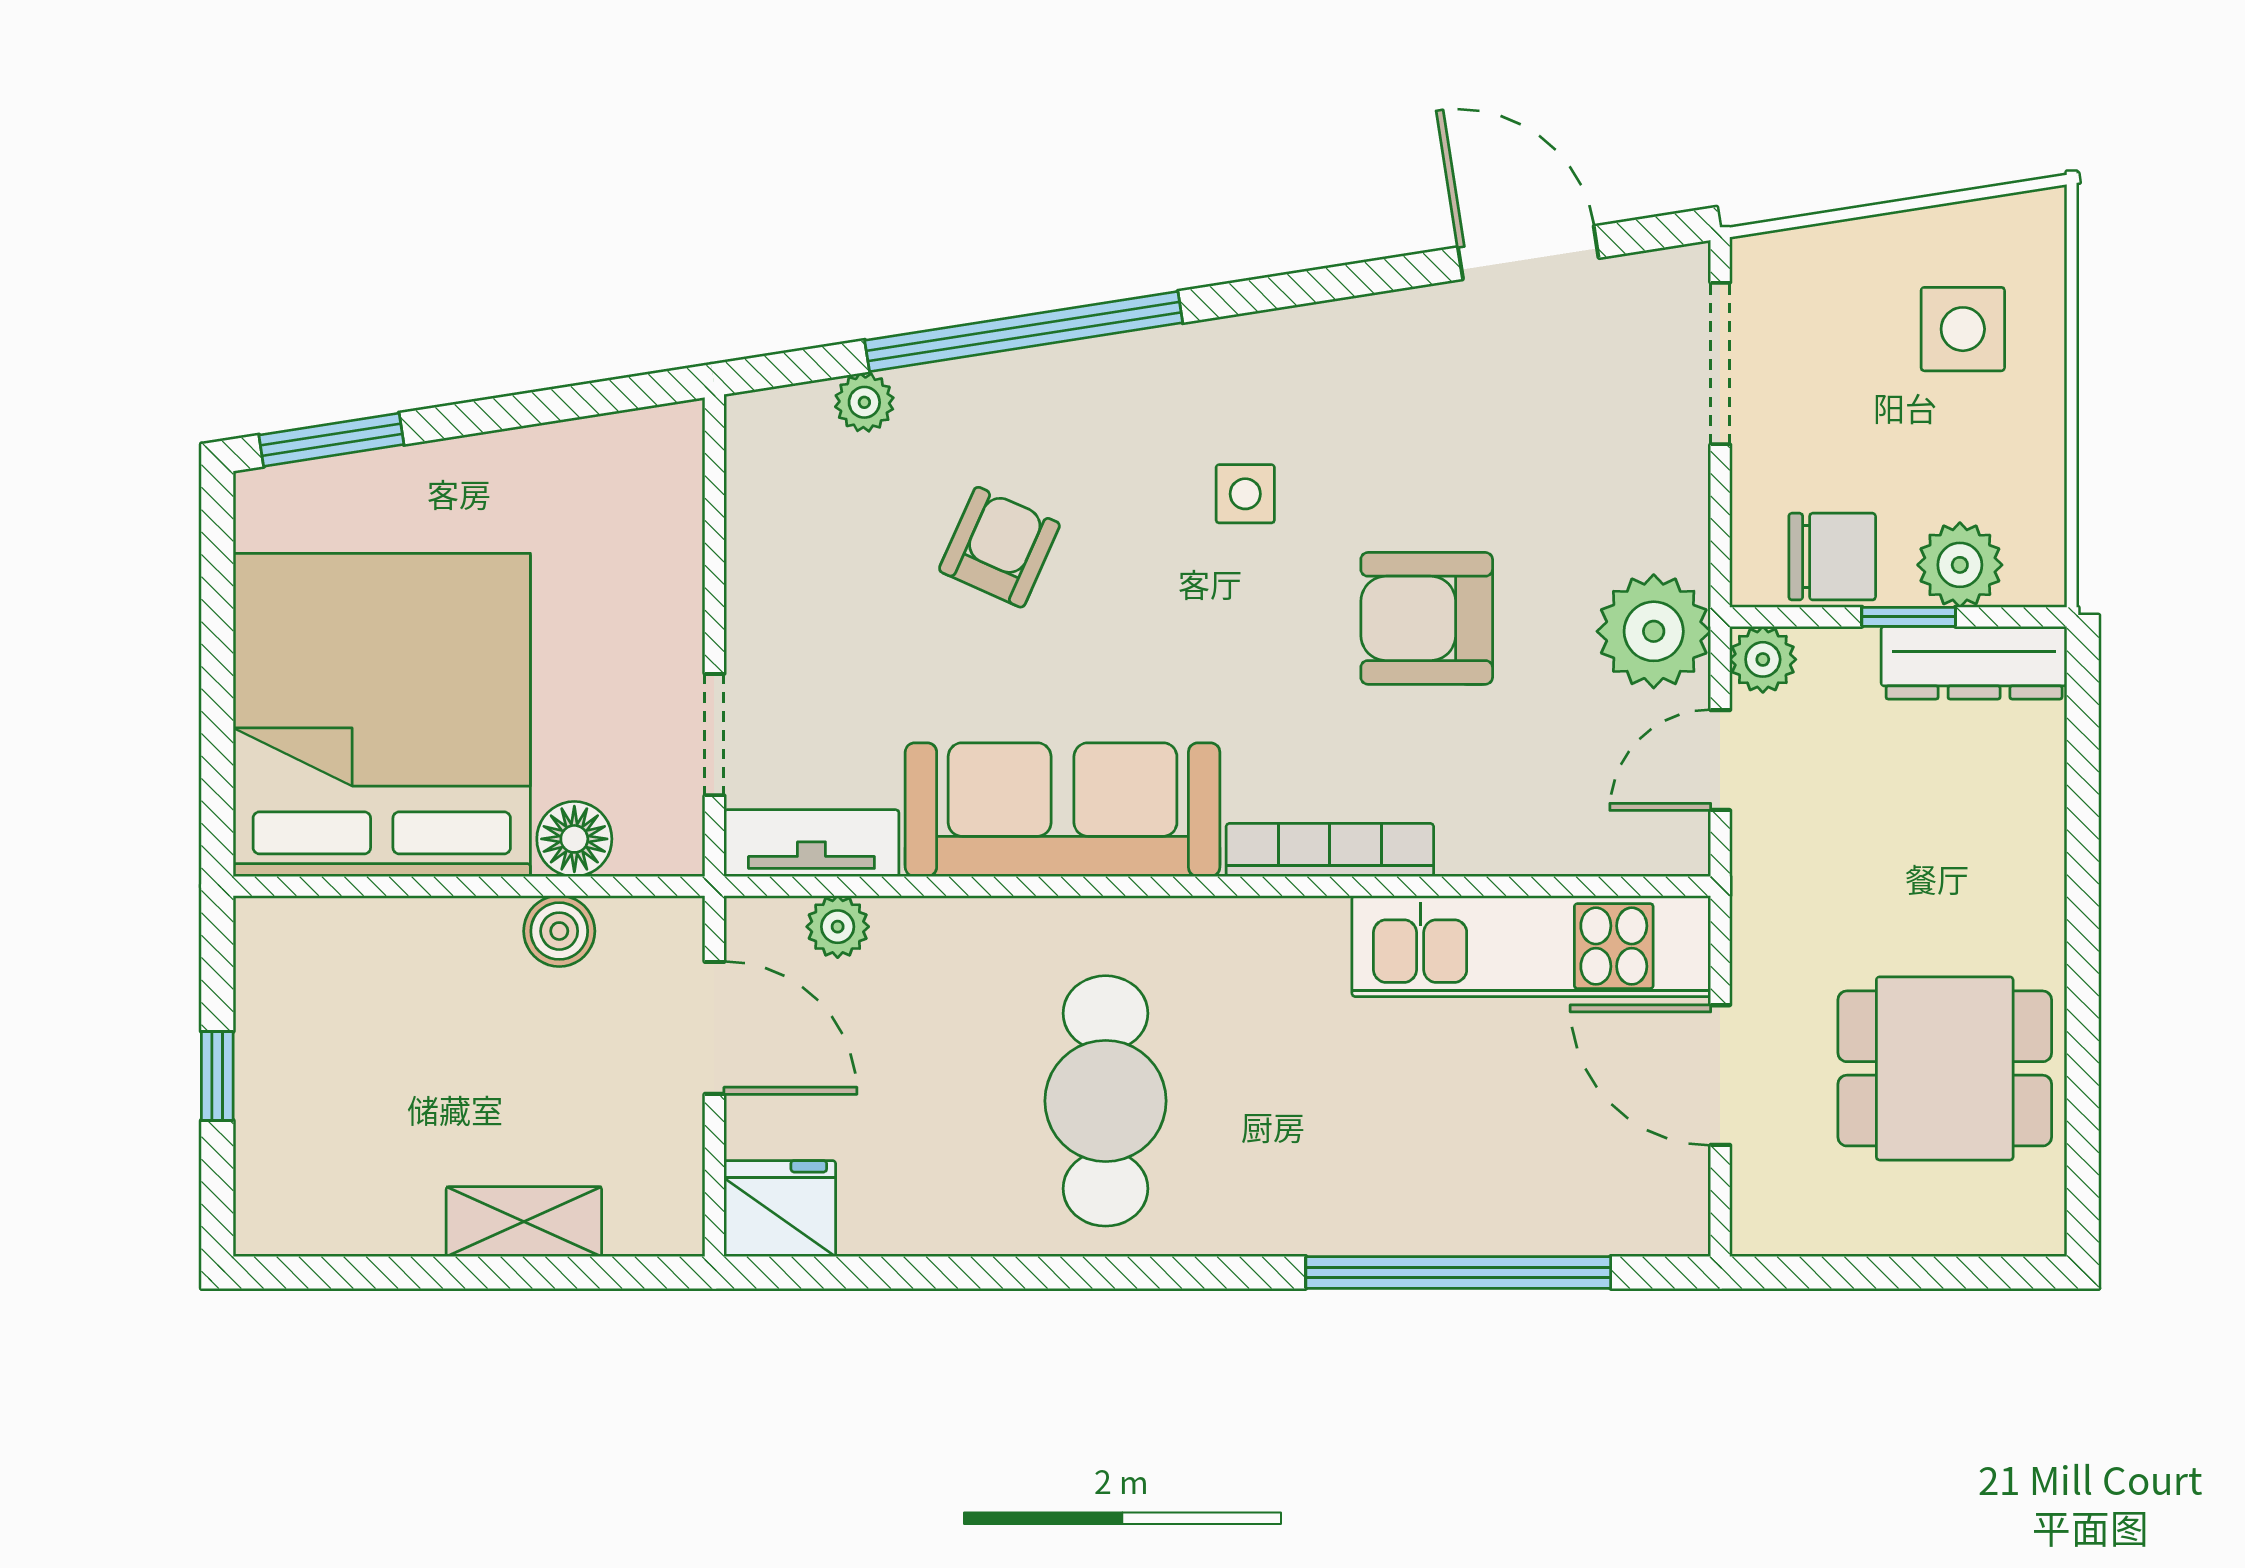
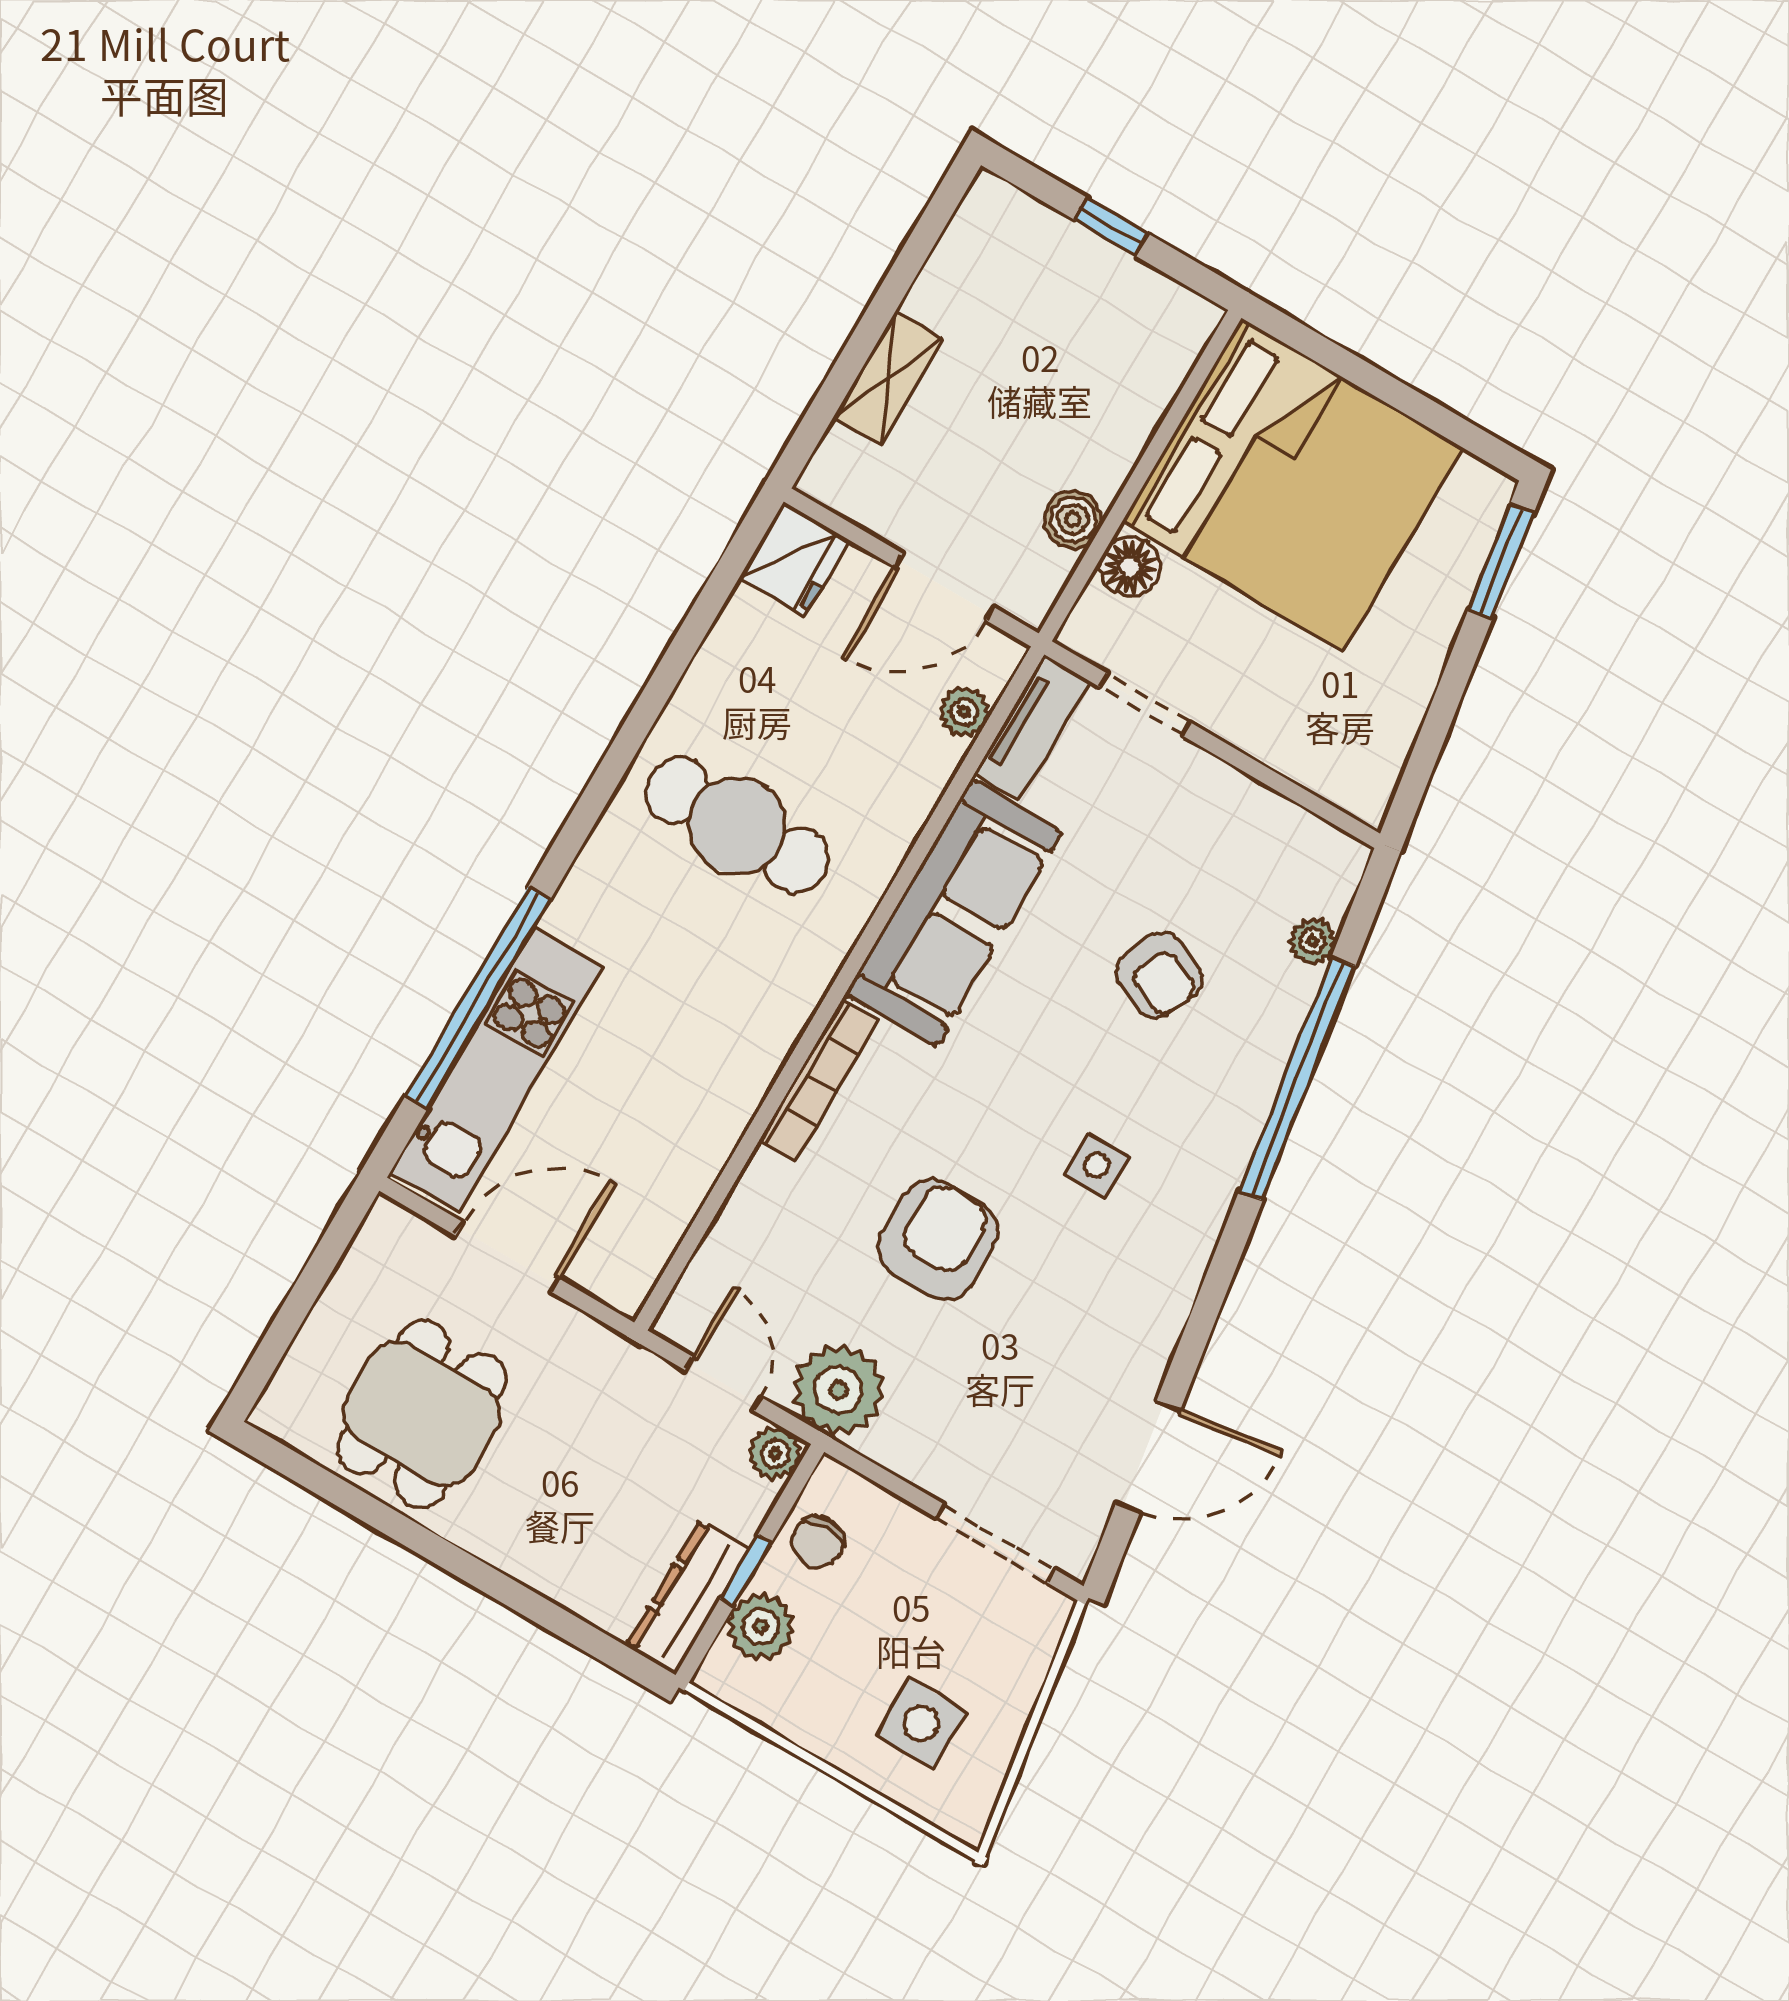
chair: (1832, 557) -> (818, 1542), width x0.73, depth x0.73
kitchen unit: (1531, 946) -> (497, 1070), moved, turned 180

